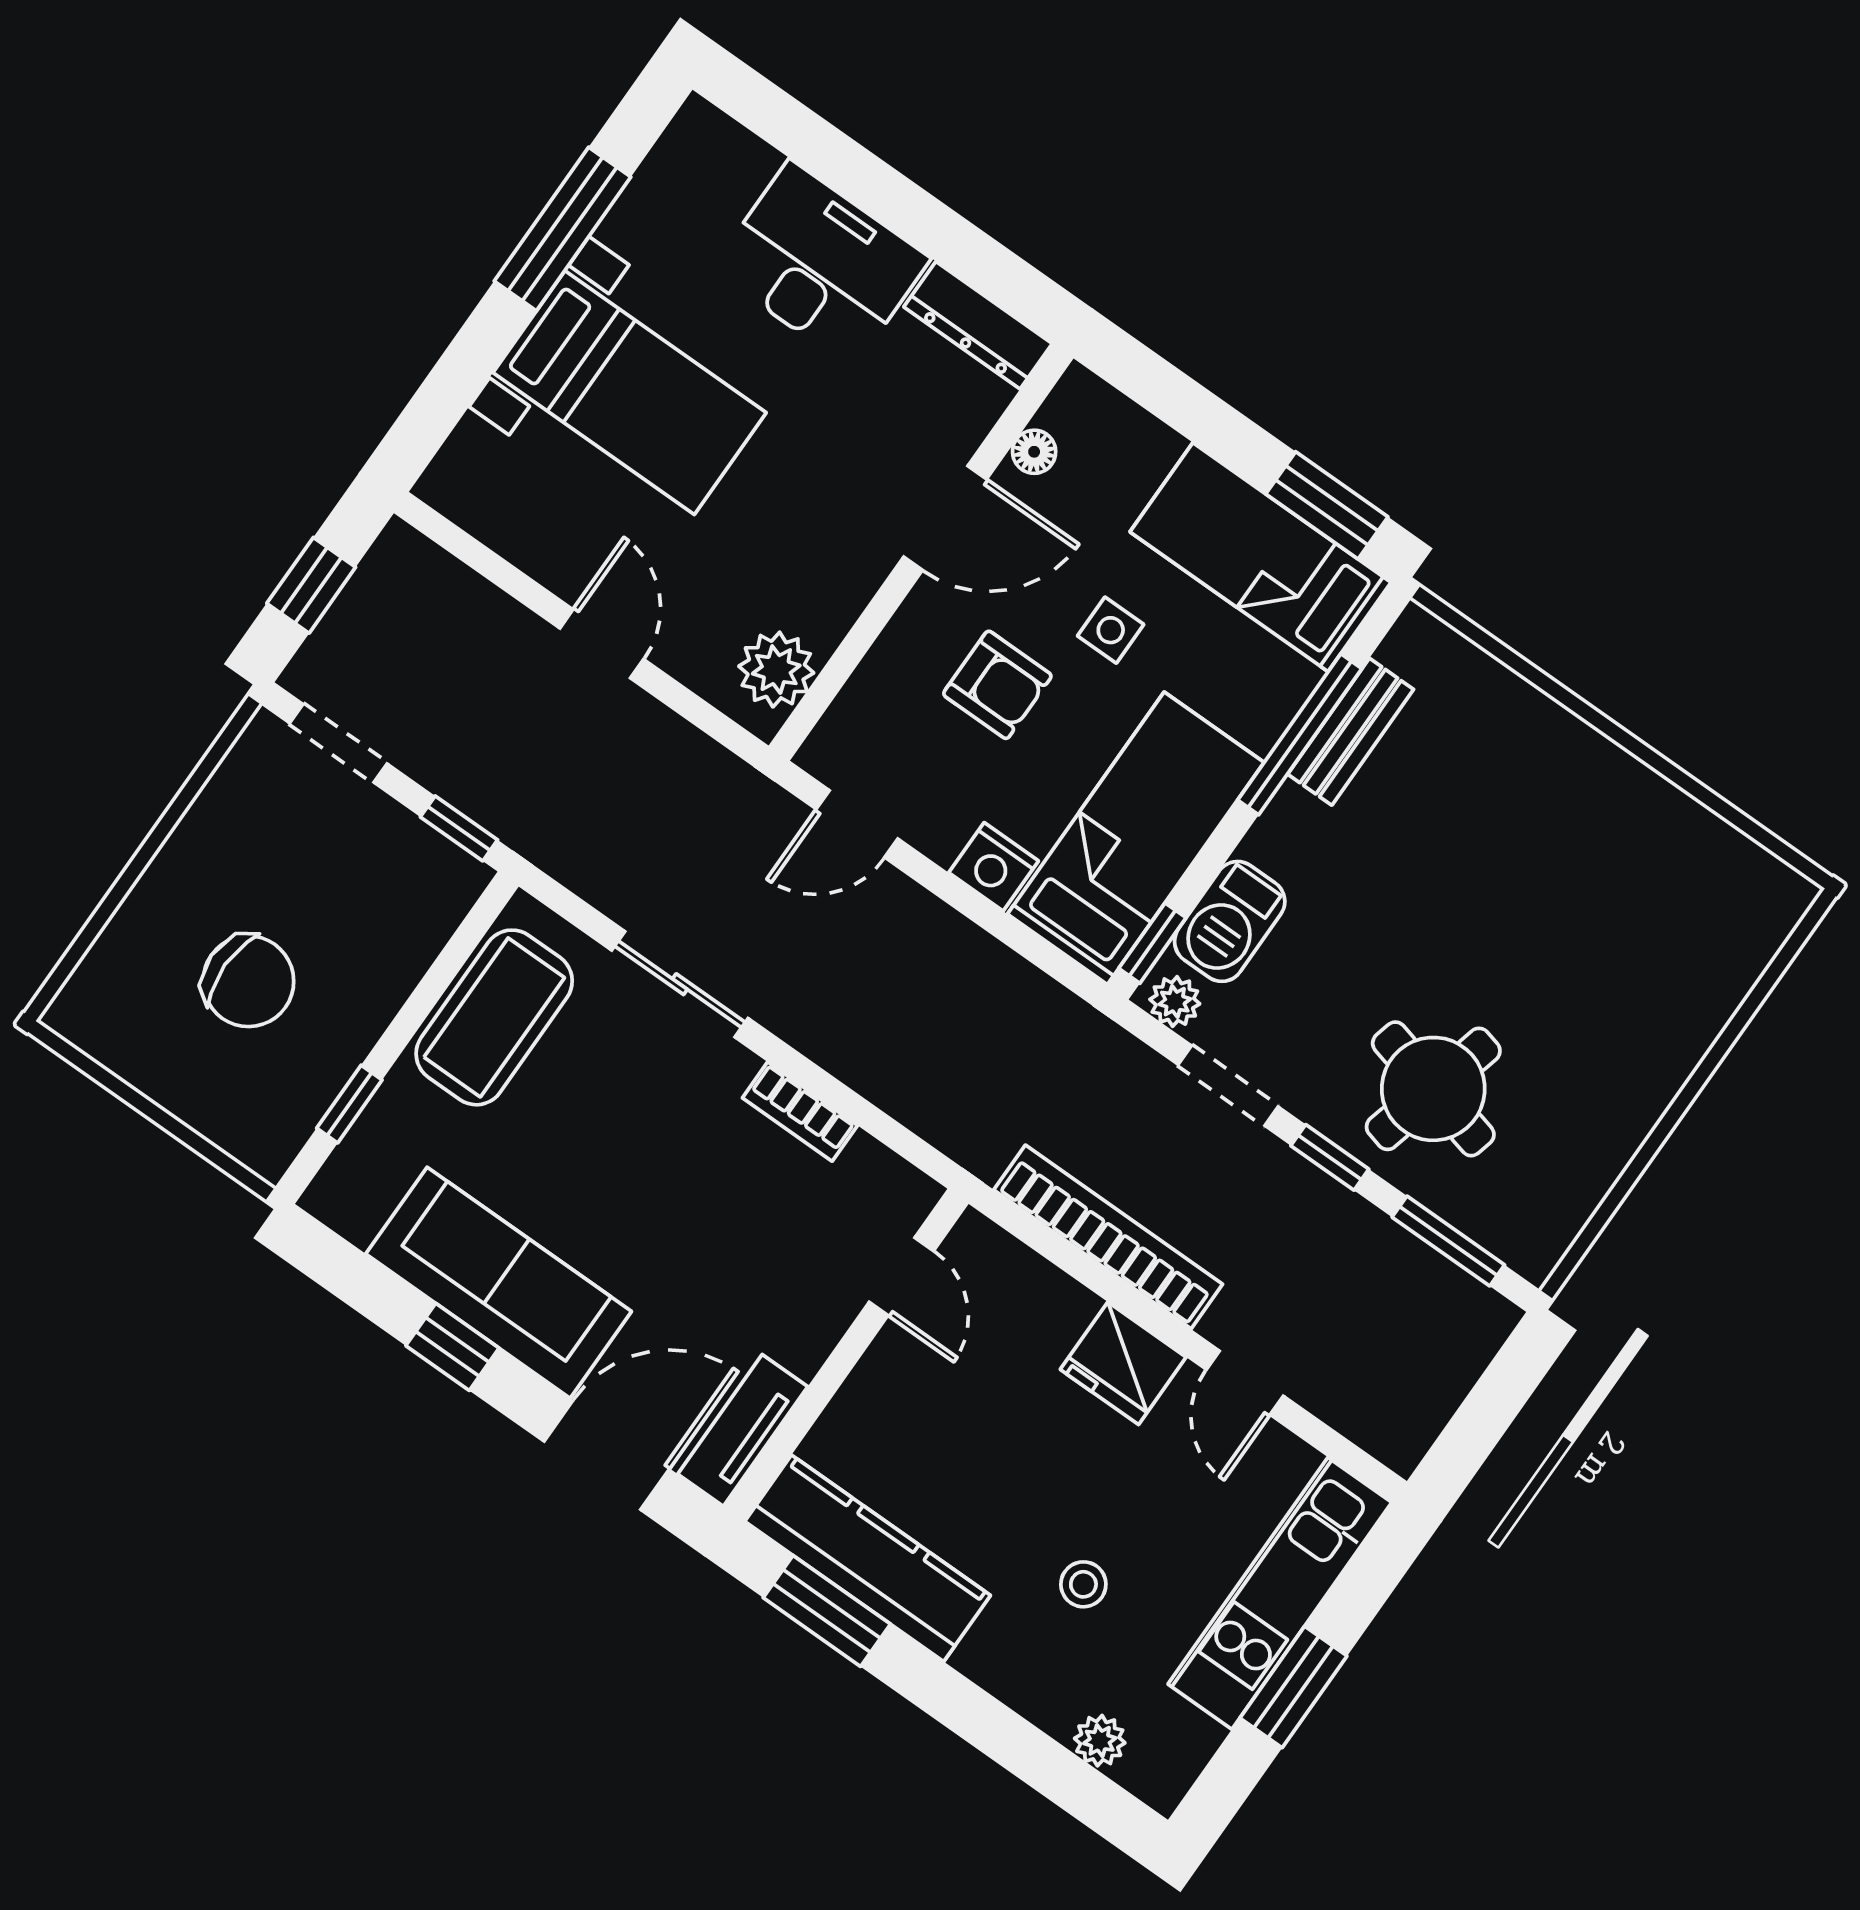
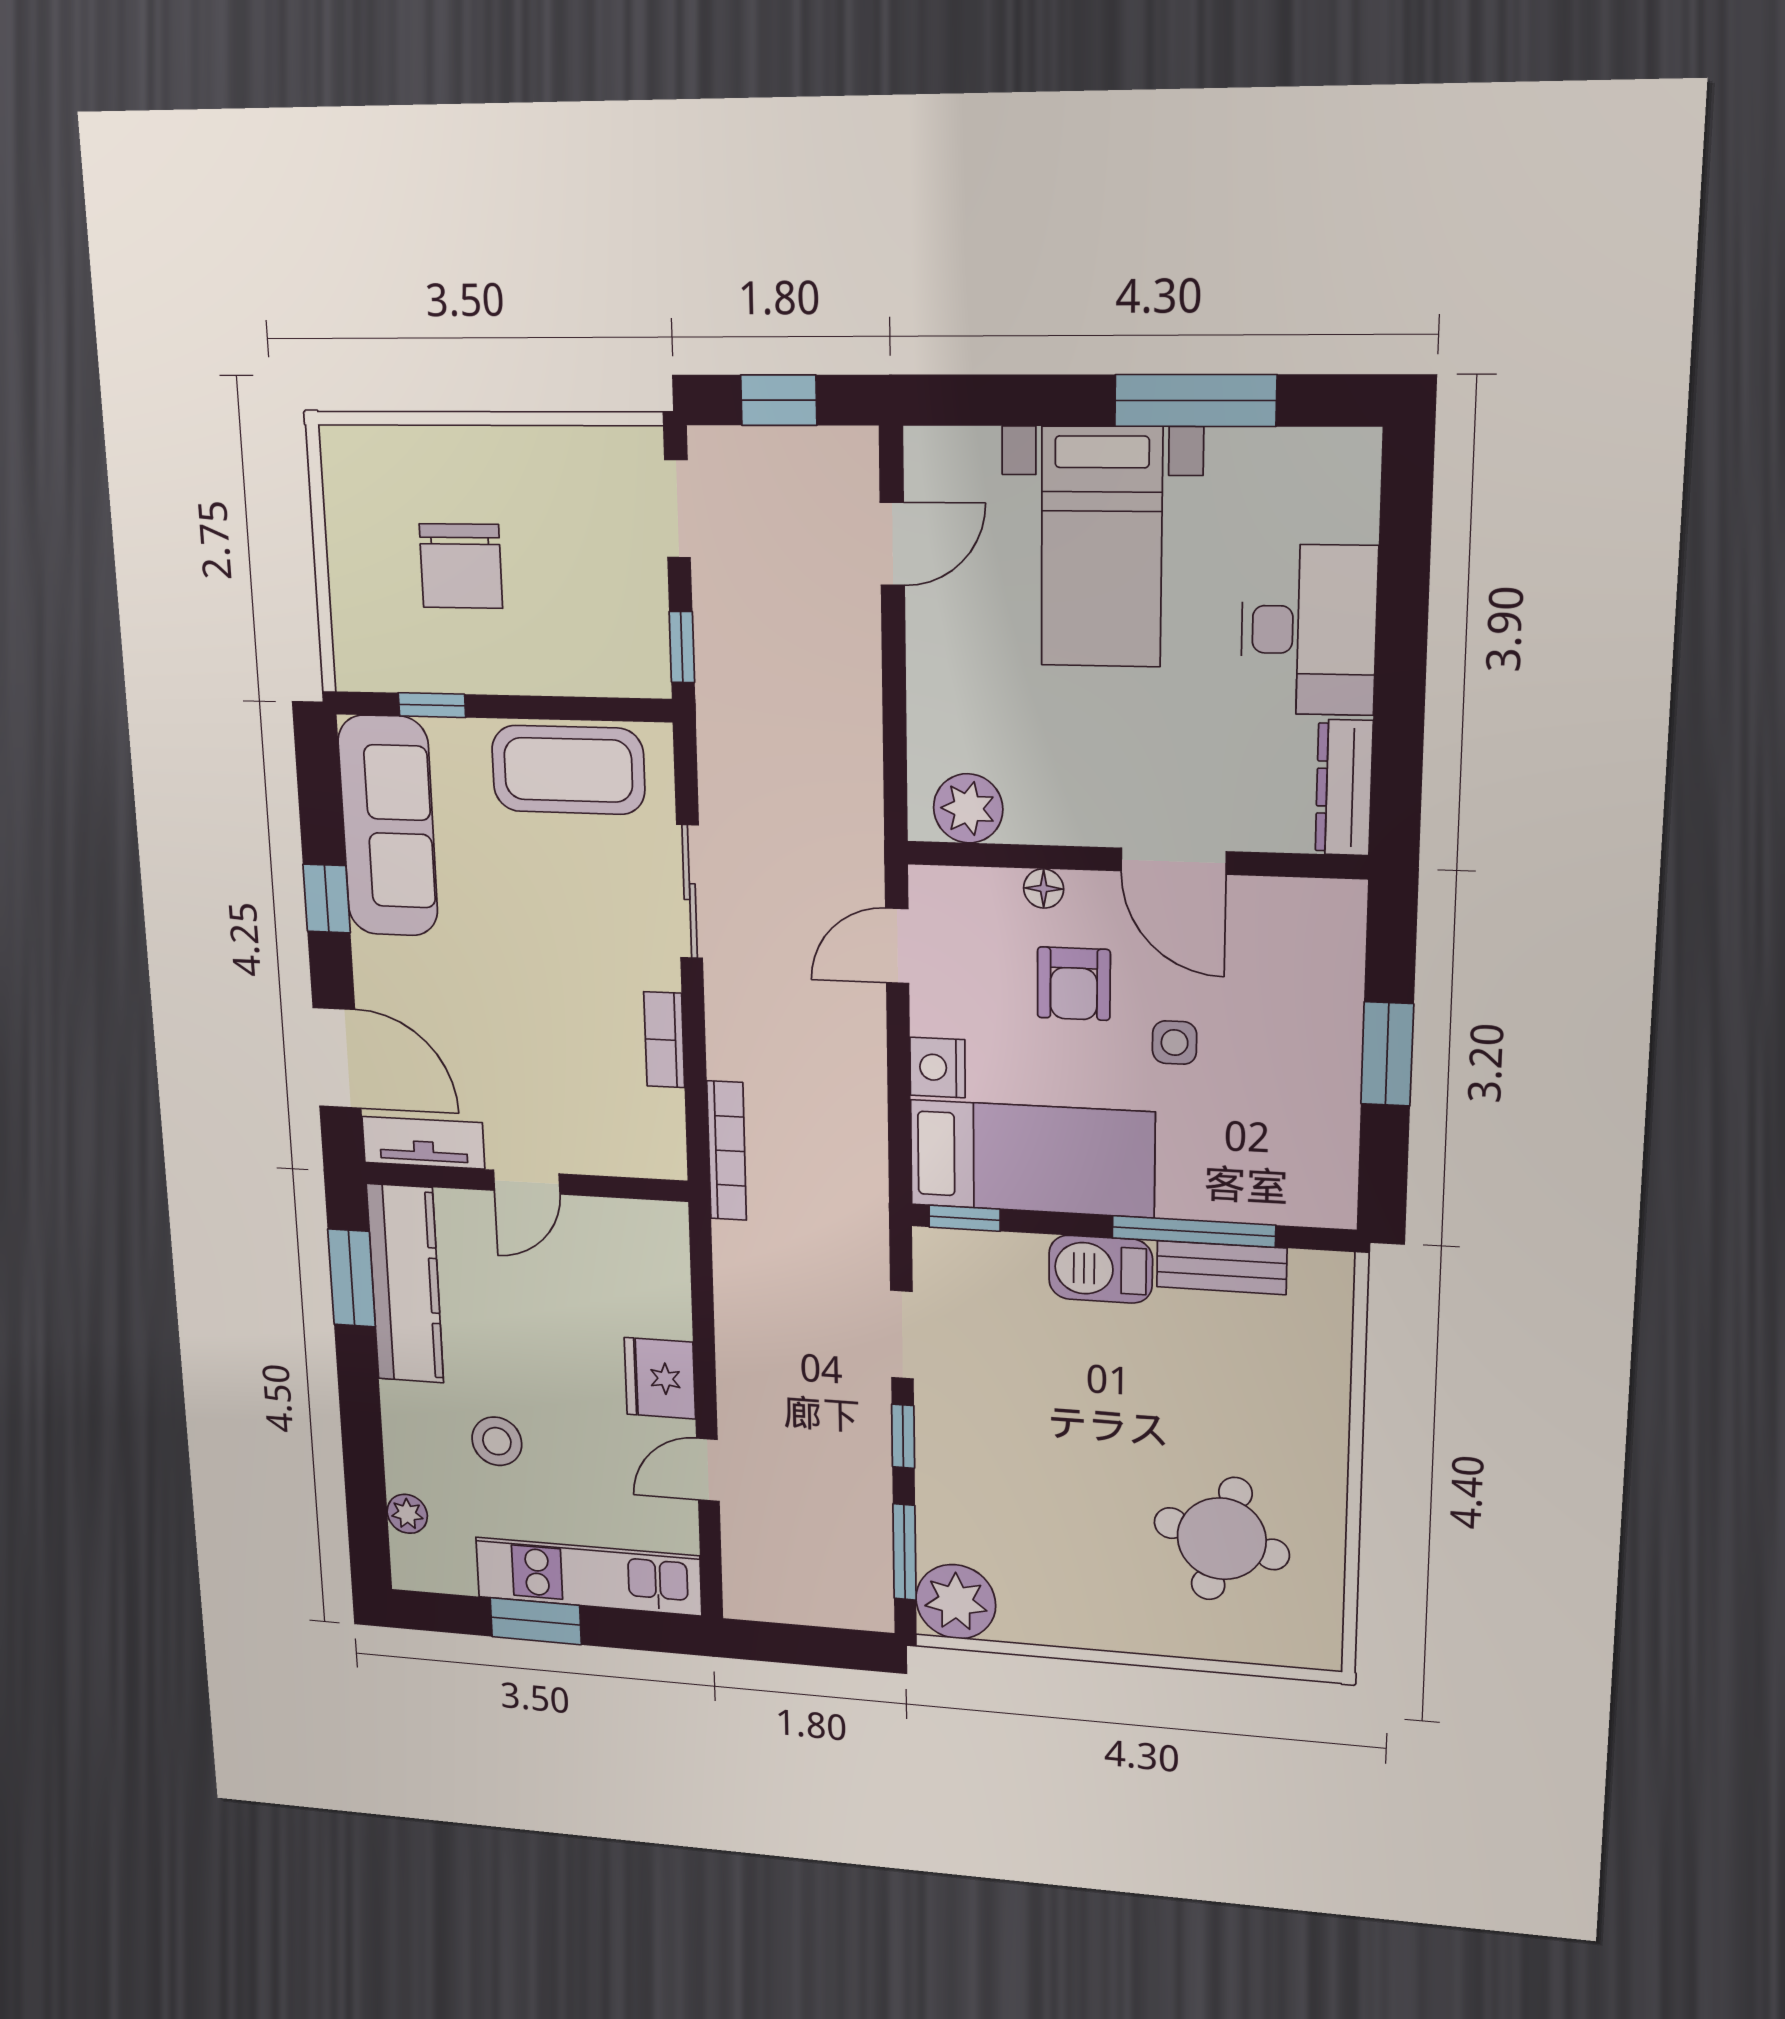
floor lamp: (1034, 452) -> (1044, 889), moved
window: (1327, 505) -> (1387, 1054), moved
bed: (1261, 557) -> (1309, 1120), removed
door: (602, 644) -> (892, 544), moved
door: (857, 824) -> (897, 946), hinge flipped
barbecue: (1230, 921) -> (1101, 1269), moved
plant: (1175, 1002) -> (956, 1602), moved, width x1.88, depth x1.88
round table: (1433, 1089) -> (1222, 1539), moved
bookcase: (1108, 1237) -> (727, 1151), moved, width x0.68, depth x0.76
door: (901, 1277) -> (527, 1182), moved
sofa: (499, 1283) -> (388, 826), moved
stool: (1083, 1584) -> (497, 1441), width x1.37, depth x1.37

